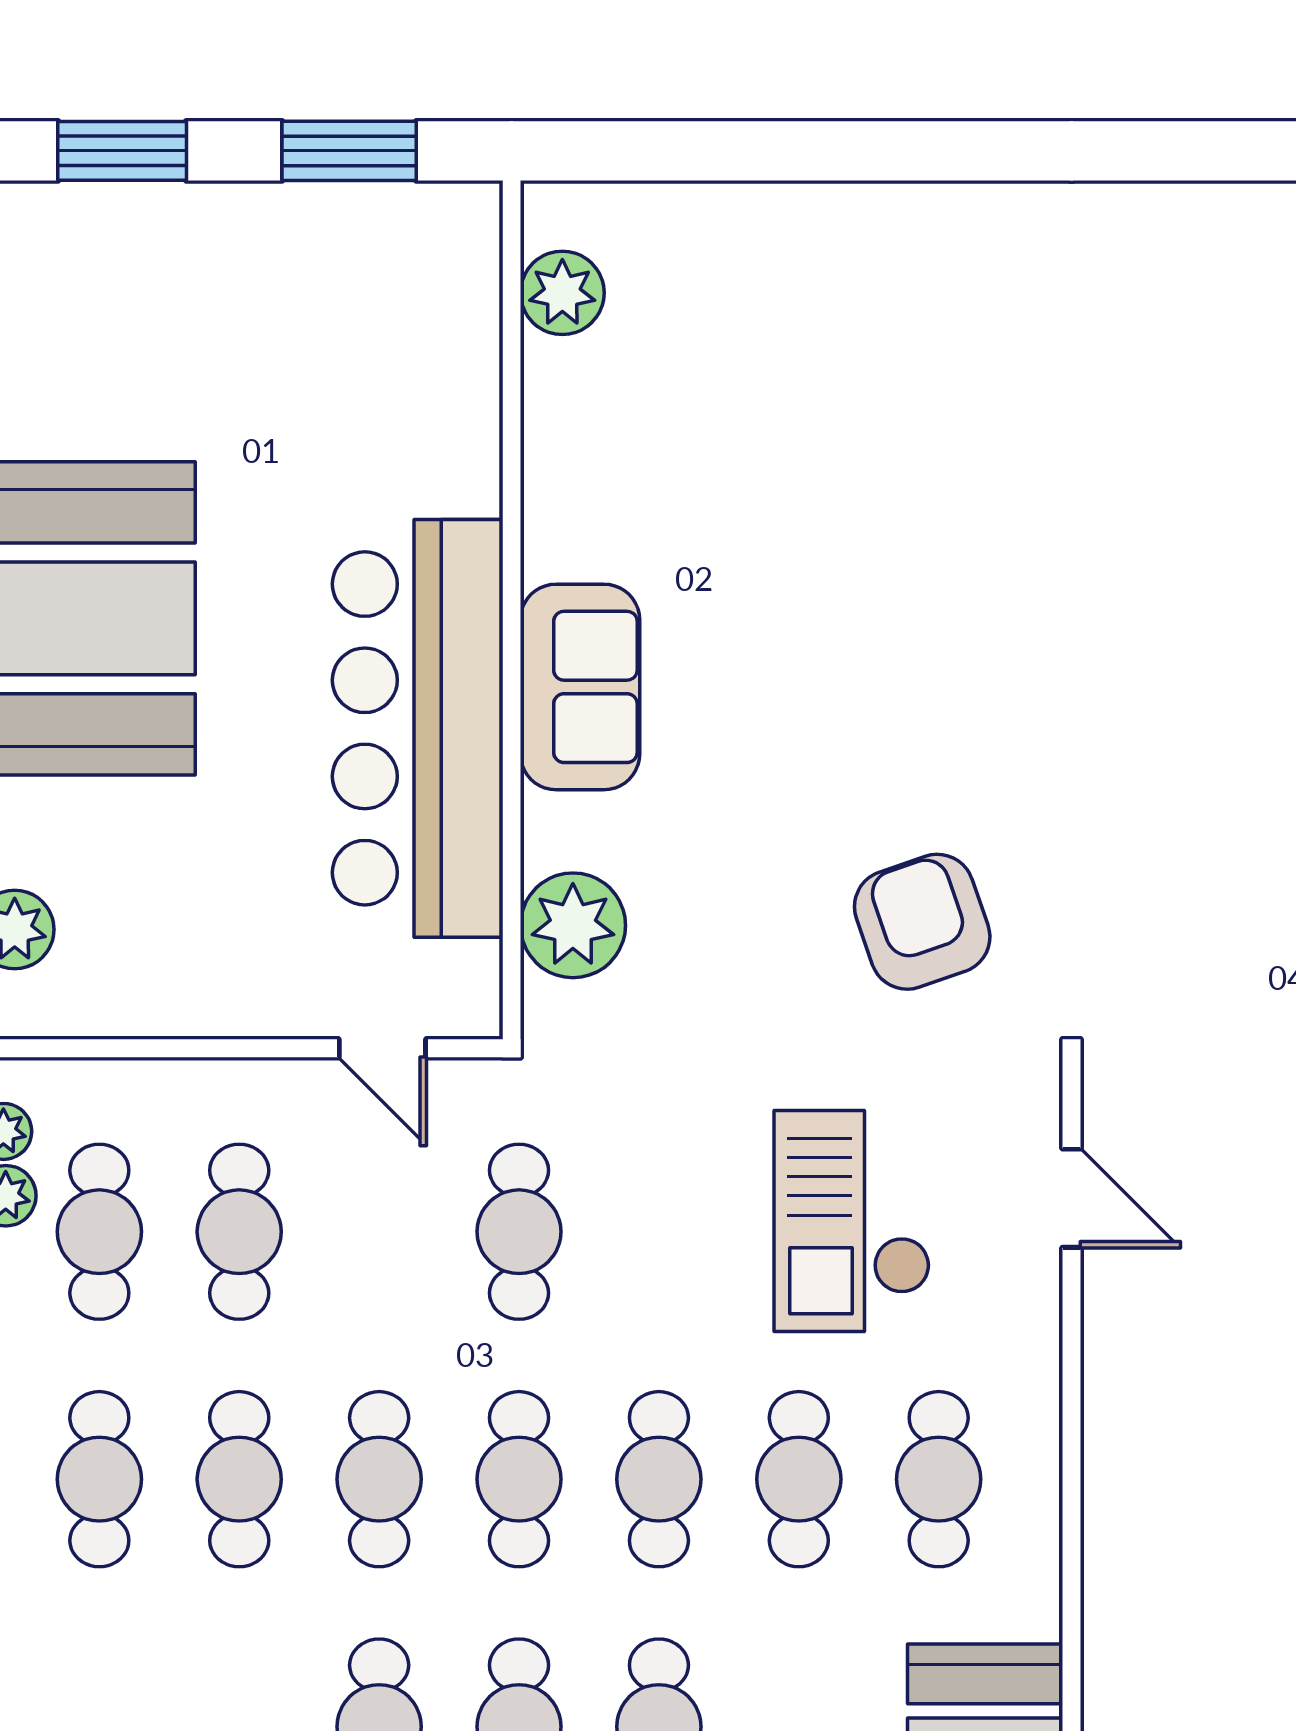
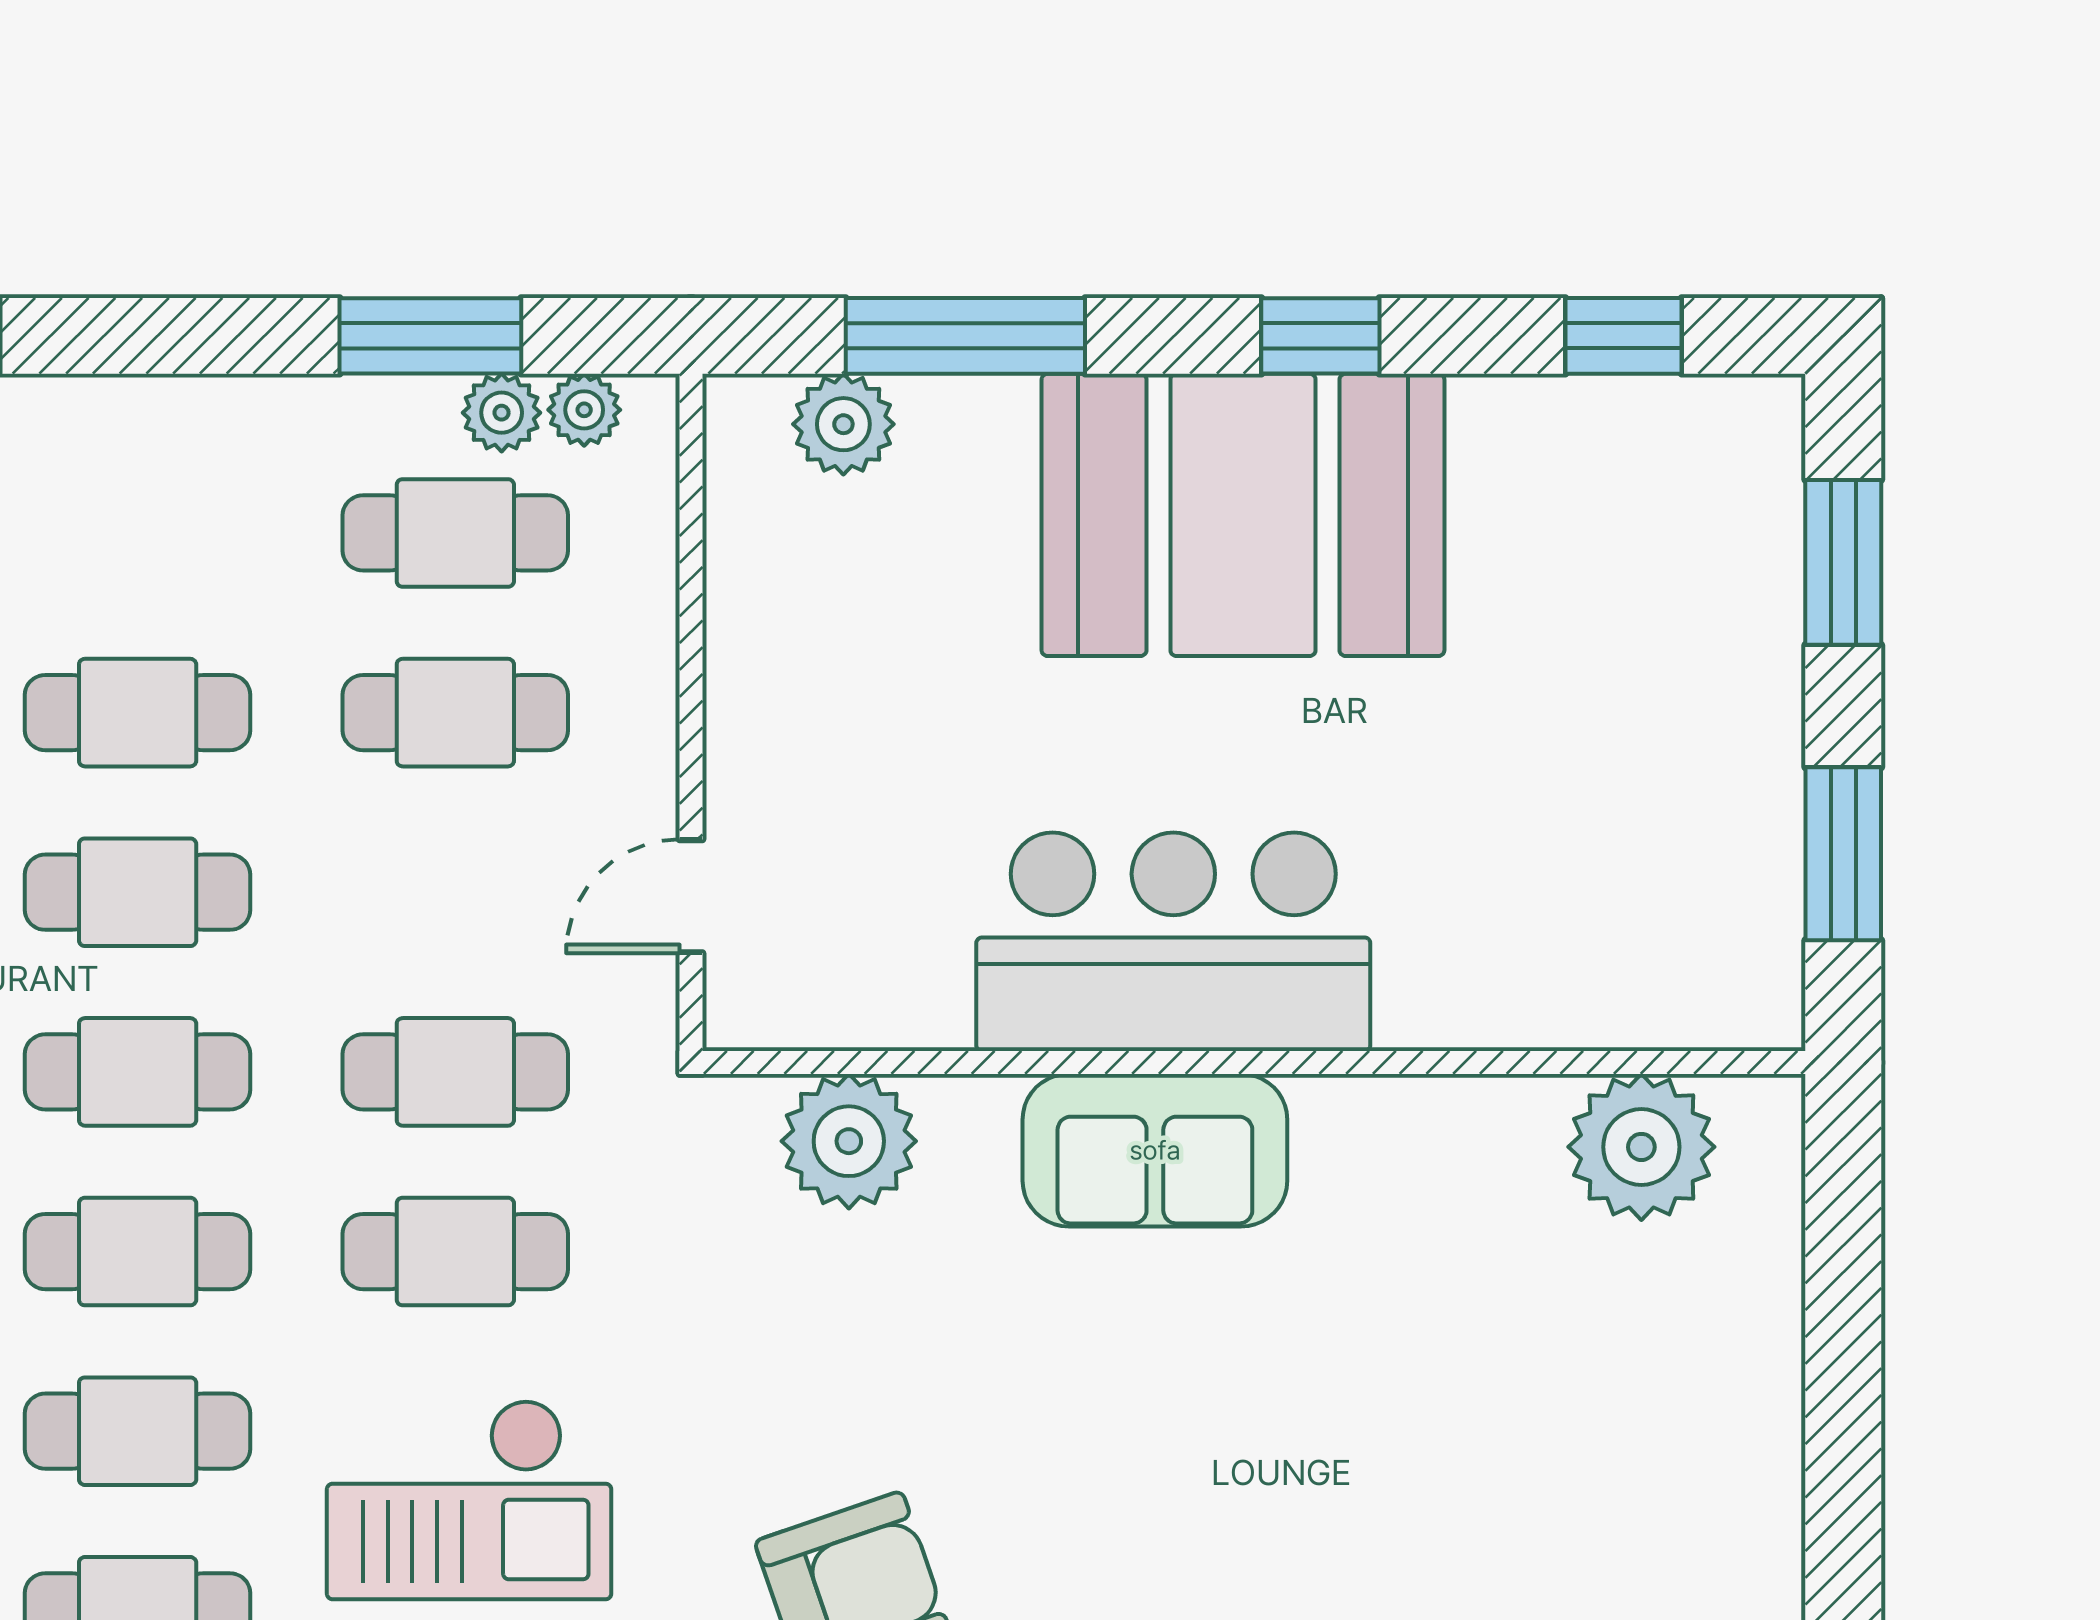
plant: (562, 293) -> (1641, 1147), width x1.36, depth x1.36
bar counter: (418, 728) -> (1173, 942), width x0.73
checkout: (852, 1221) -> (469, 1500), turned 180
cafe table: (99, 1479) -> (455, 1252), moved

